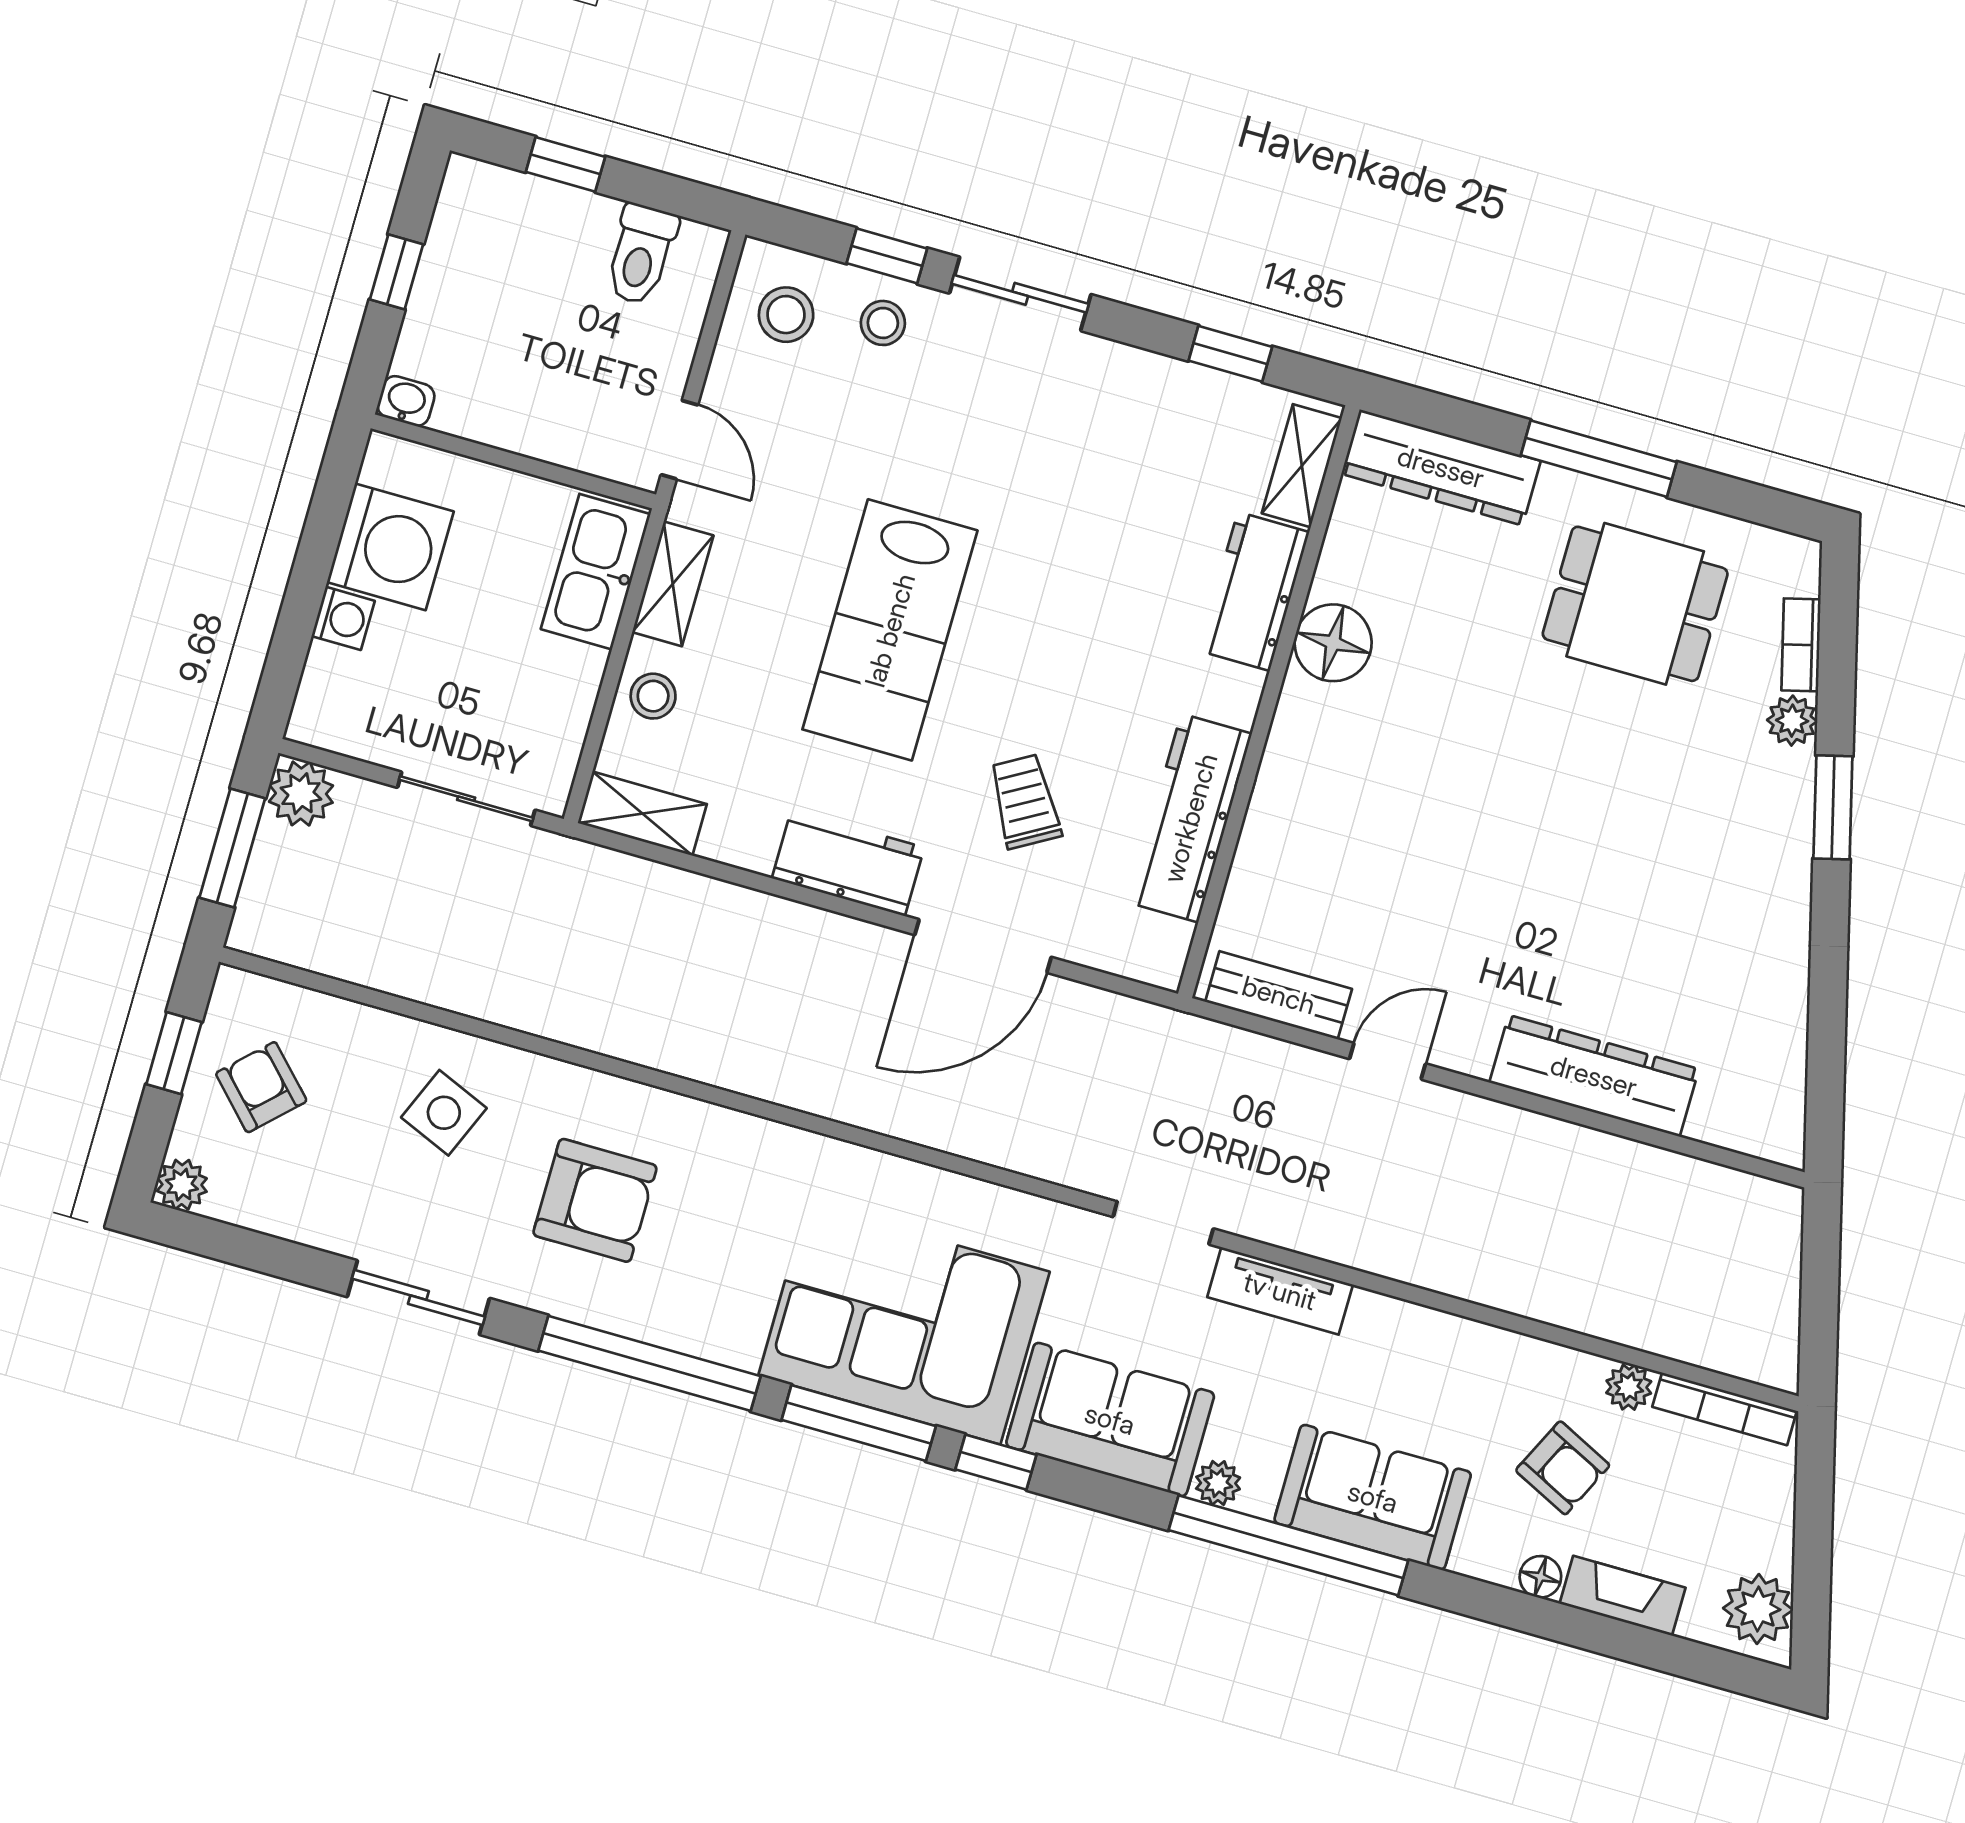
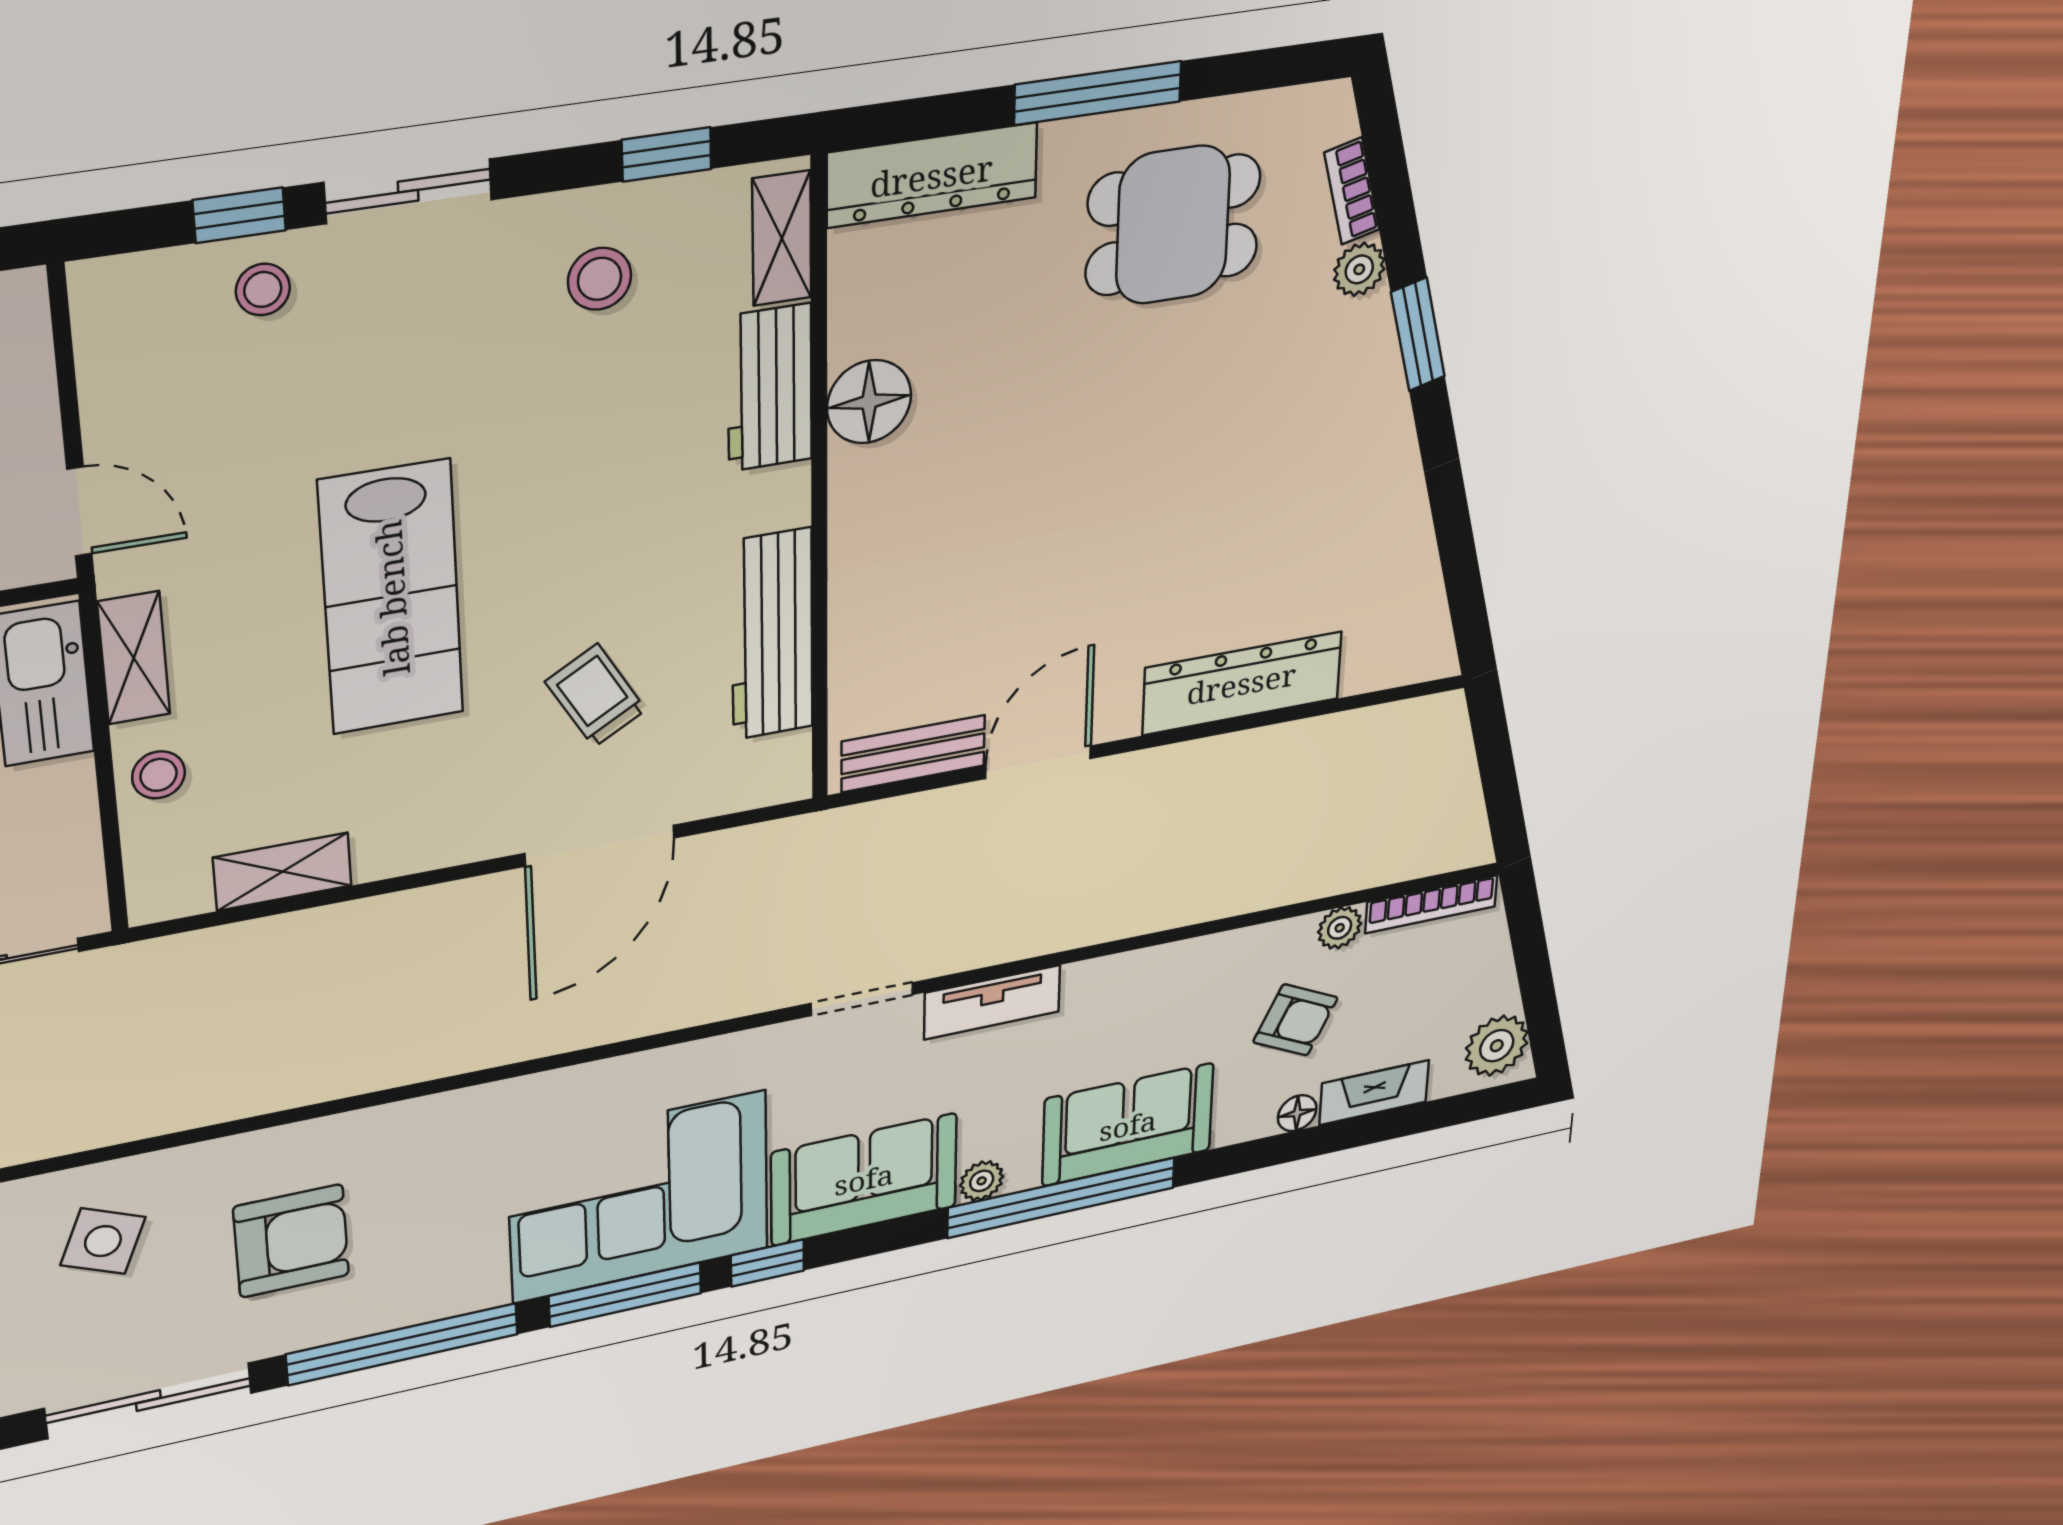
stool: (786, 315) -> (600, 279), moved
shelving: (642, 814) -> (283, 872), moved
workbench: (848, 863) -> (431, 835), removed
door: (1388, 1061) -> (1038, 762), width x1.38
sliding door: (418, 1298) -> (148, 1401), width x1.37

